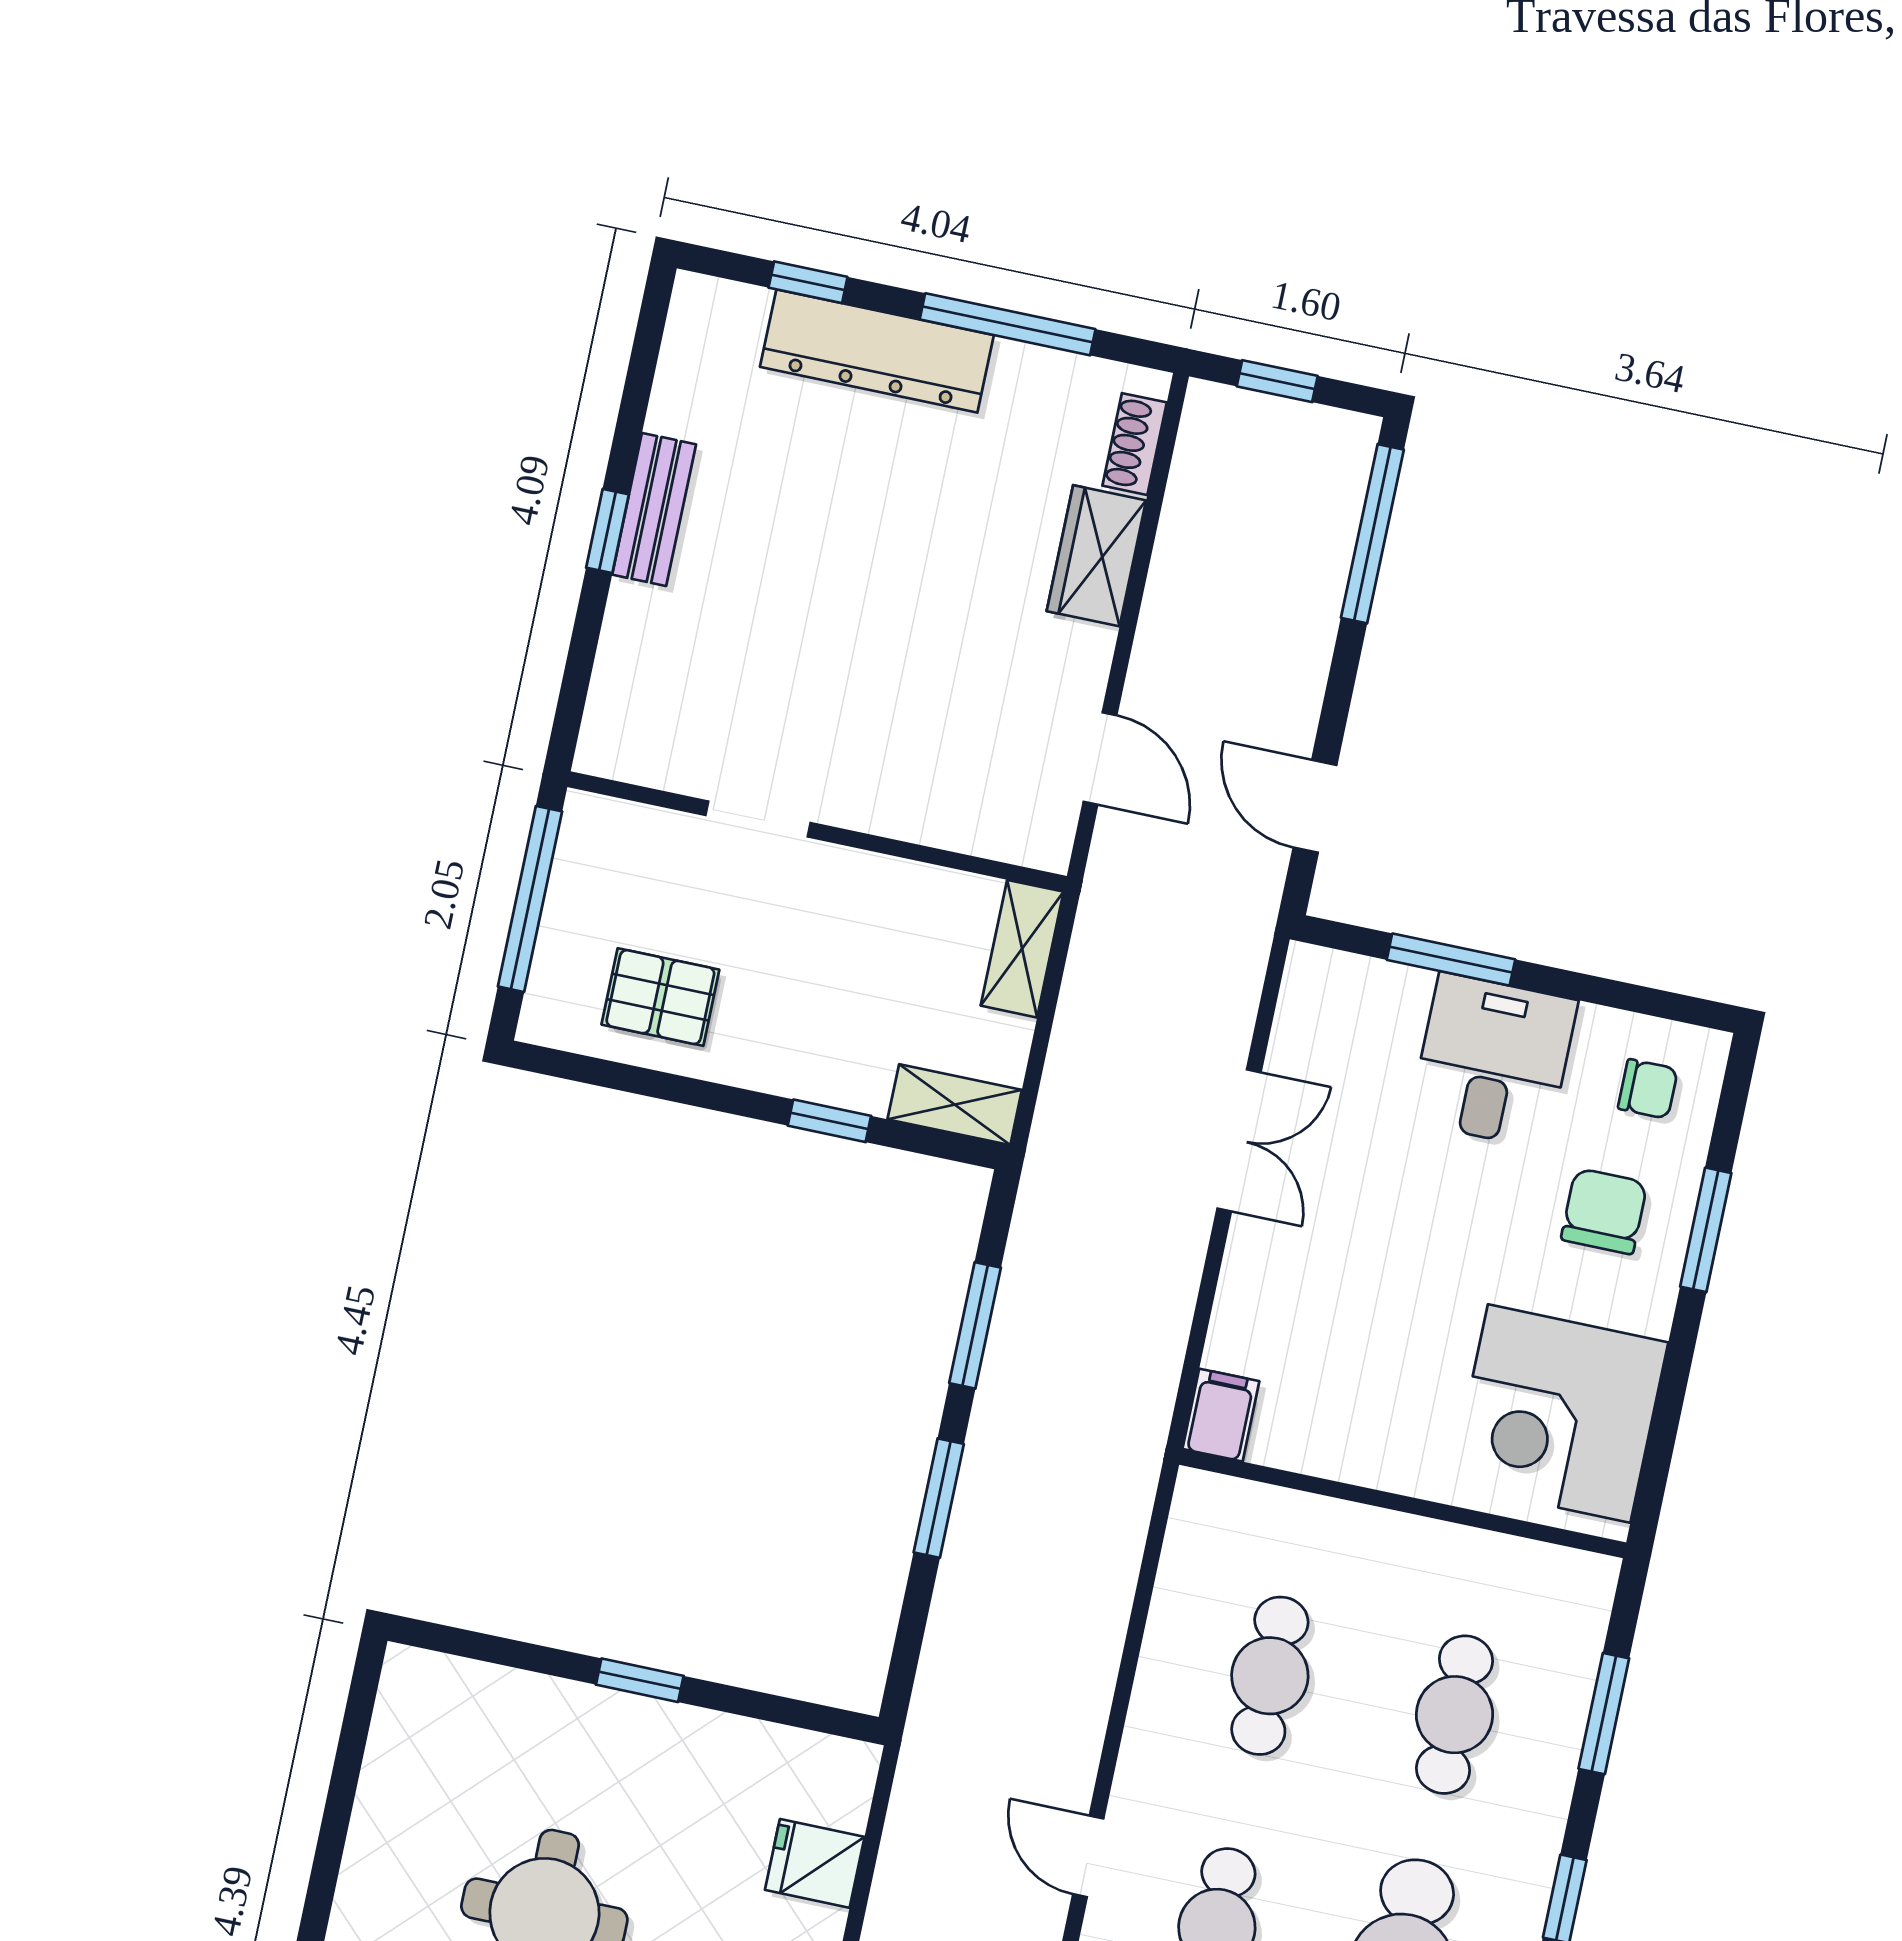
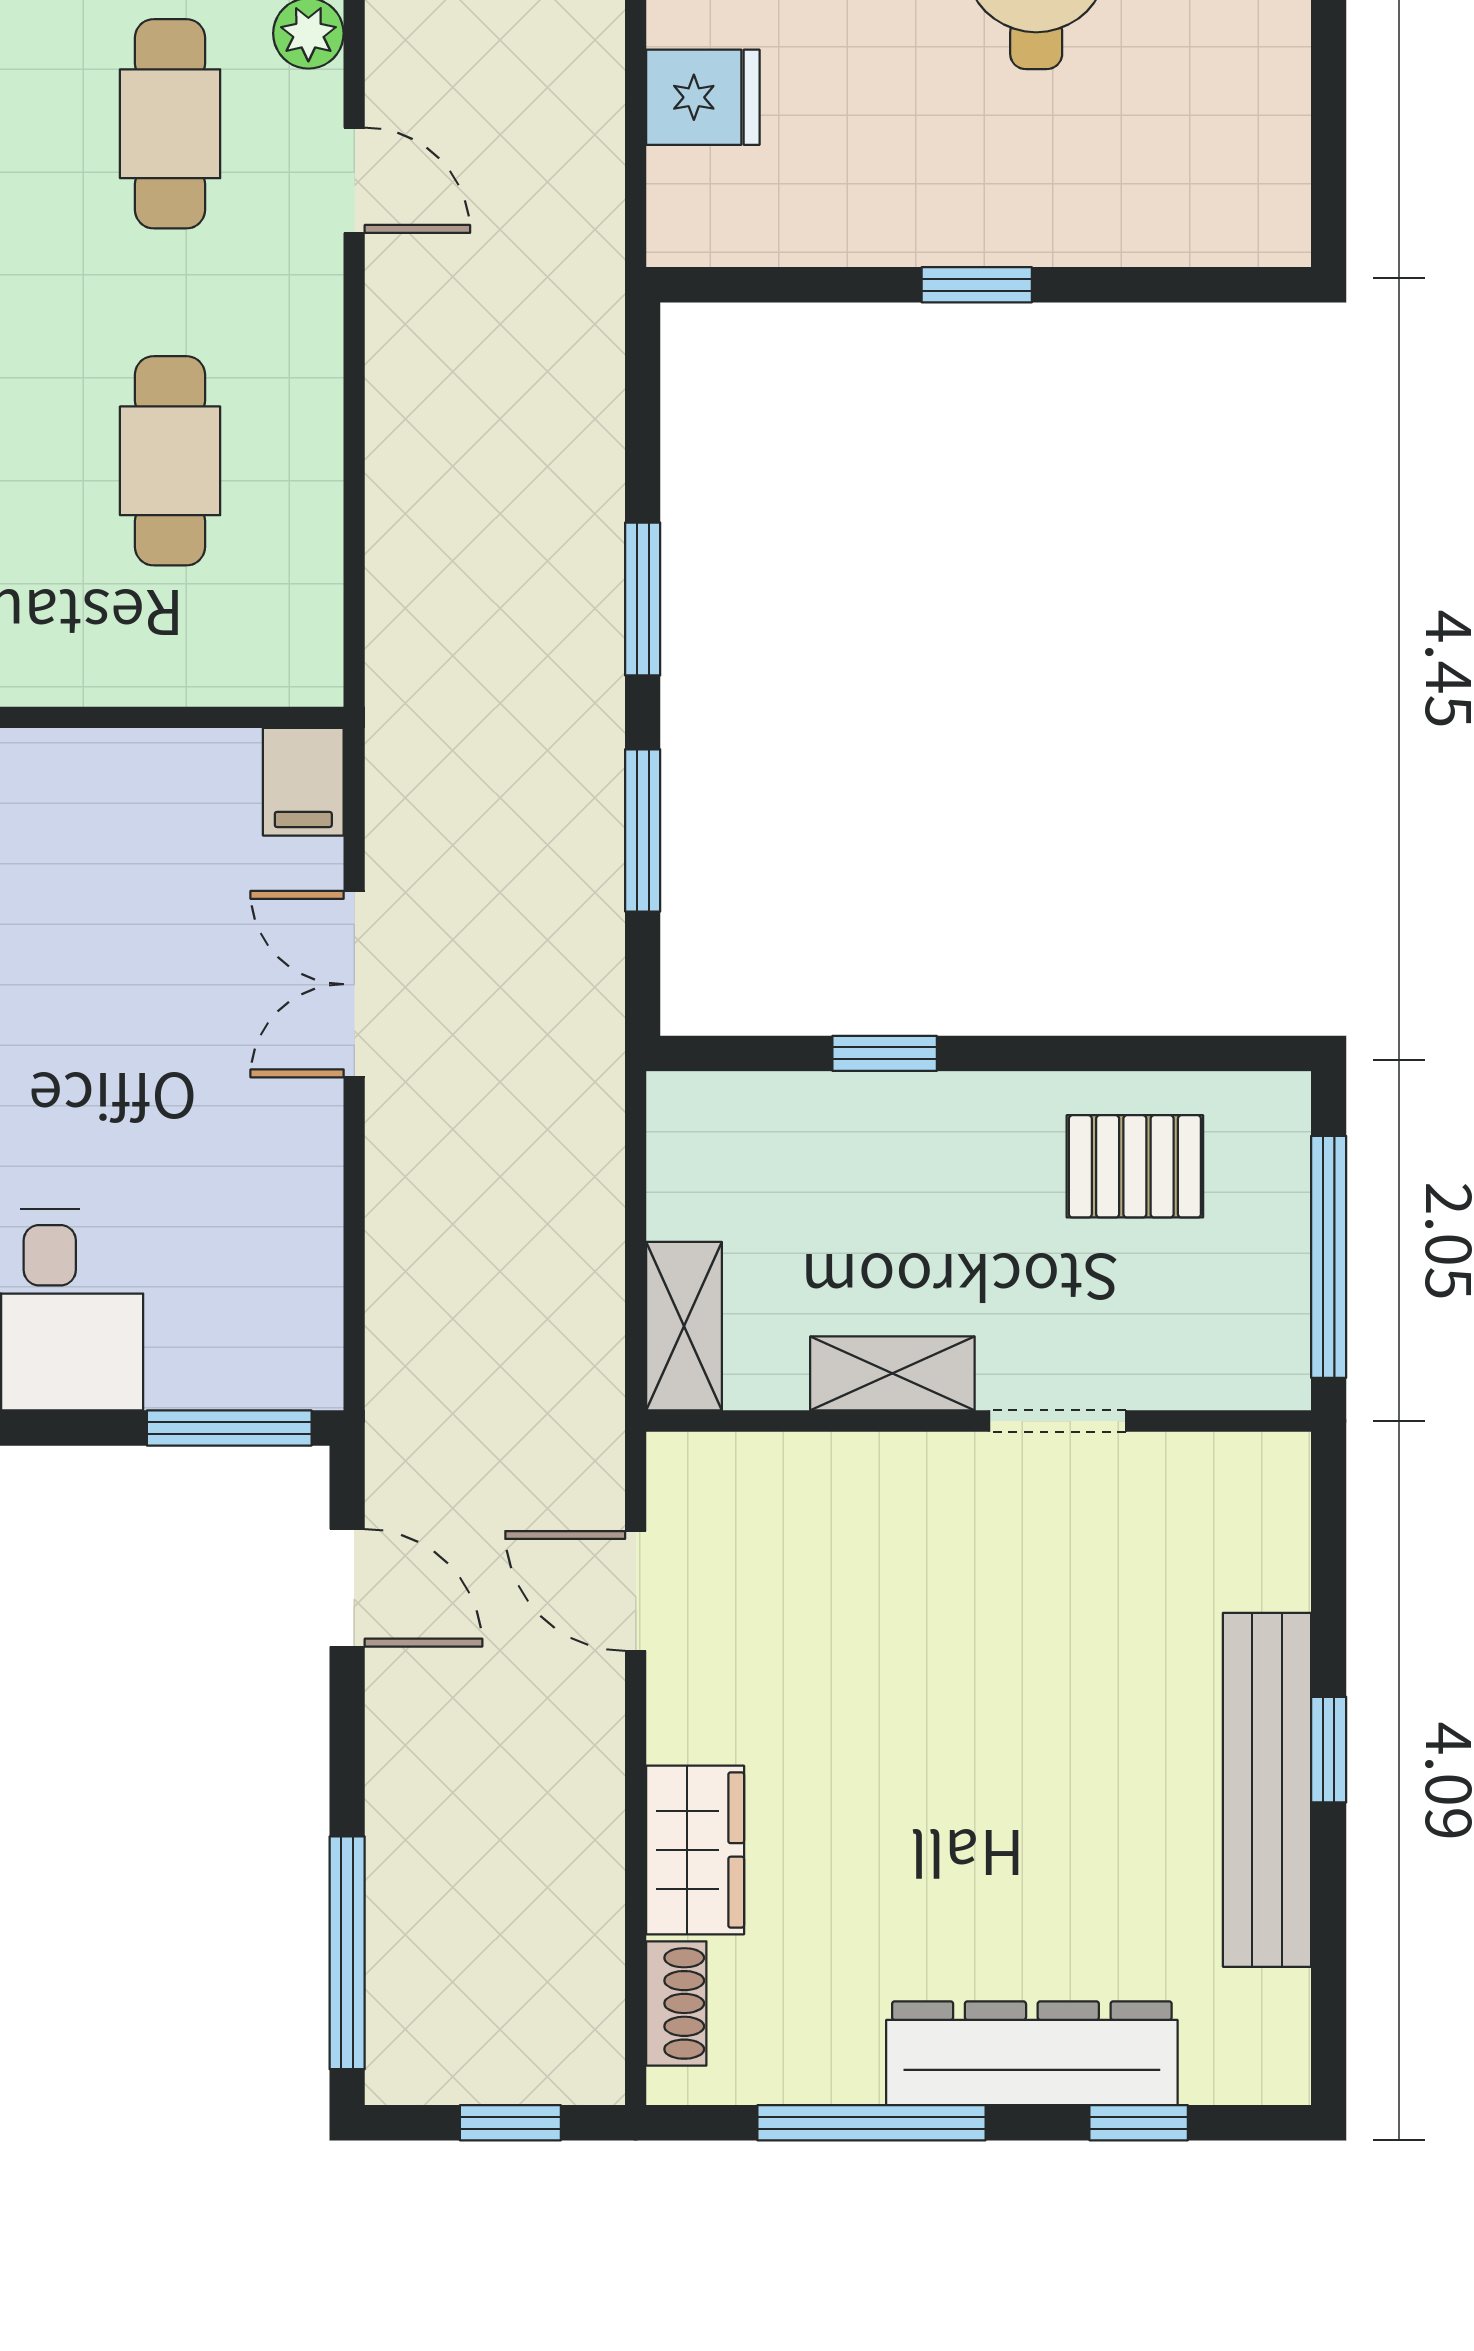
bench: (654, 509) -> (1267, 1790), width x1.86, depth x1.21
window: (1451, 960) -> (229, 1428), moved
shelving: (955, 1105) -> (892, 1373), moved
double door: (1239, 1140) -> (354, 984), moved

